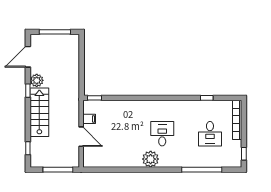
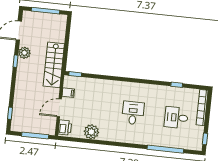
stairs: (39, 112) -> (54, 65), moved, turned 180
desk: (210, 134) -> (176, 118), turned 90
door: (81, 137) -> (59, 108), swing flipped
printer: (89, 157) -> (65, 128), added
plant: (151, 159) -> (91, 132), moved

